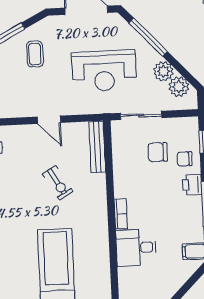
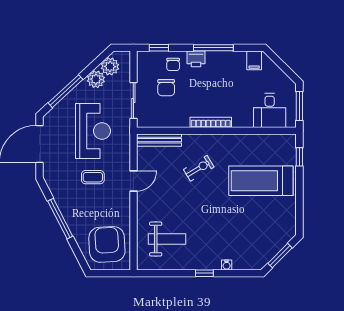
coffee table: (35, 54) -> (93, 177), moved
exercise bike: (58, 183) -> (199, 168), moved
bookcase: (121, 214) -> (211, 122), width x1.56
desk: (136, 248) -> (270, 110), moved

